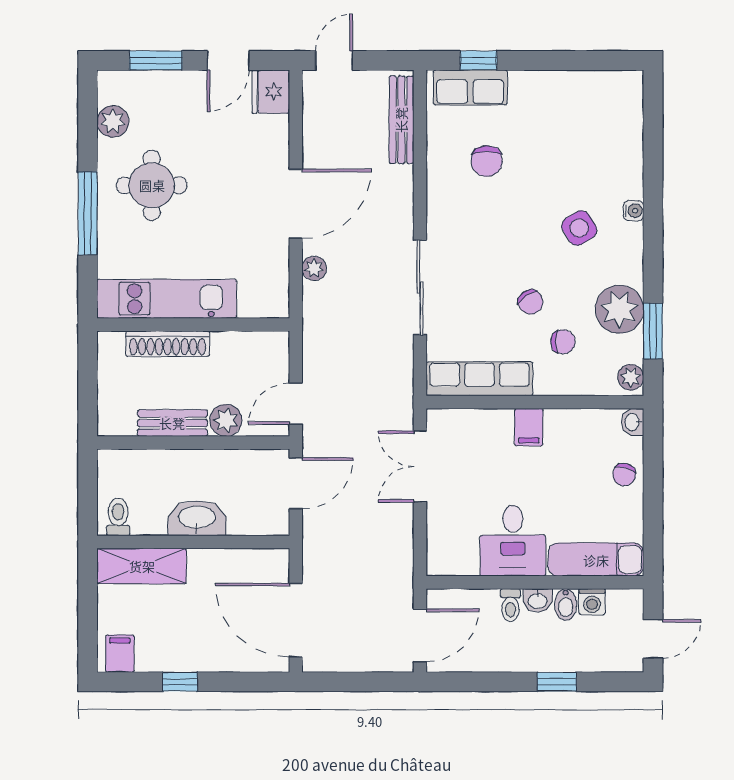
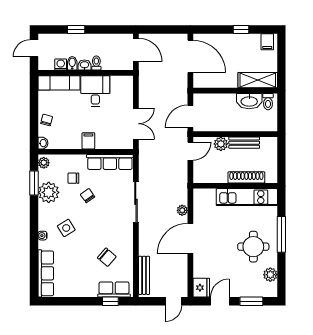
row of seats: (626, 124) -> (46, 273), added
chair: (487, 161) -> (107, 257), turned 131
washbasin: (197, 518) -> (249, 101), moved
door: (420, 635) -> (136, 50), swing flipped

